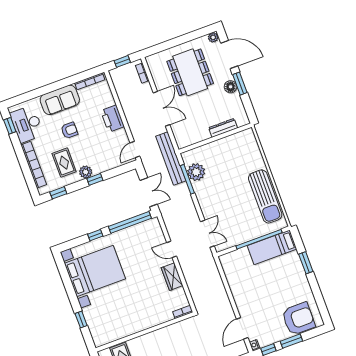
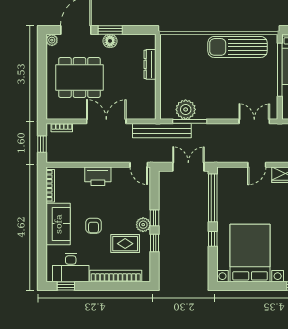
armchair: (69, 130) -> (94, 226), turned 180
window: (58, 193) -> (154, 243), moved
sun lounger: (265, 196) -> (238, 47), turned 180

